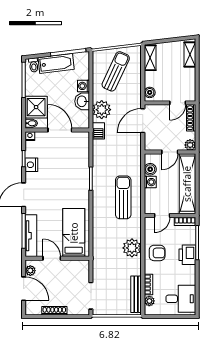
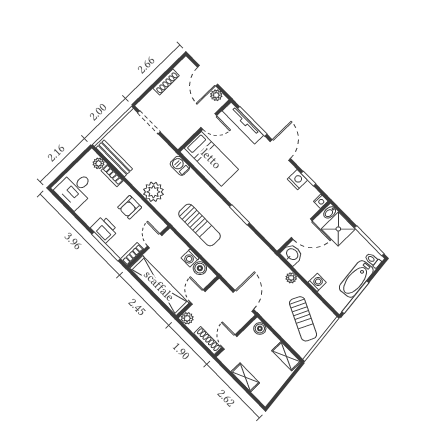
shelving: (190, 55) -> (245, 377), moved
washbasin: (82, 101) -> (292, 254), moved
plant: (102, 110) -> (291, 278), width x0.53, depth x0.53
barbecue: (98, 131) -> (180, 166), moved
door: (24, 289) -> (208, 76), hinge flipped

